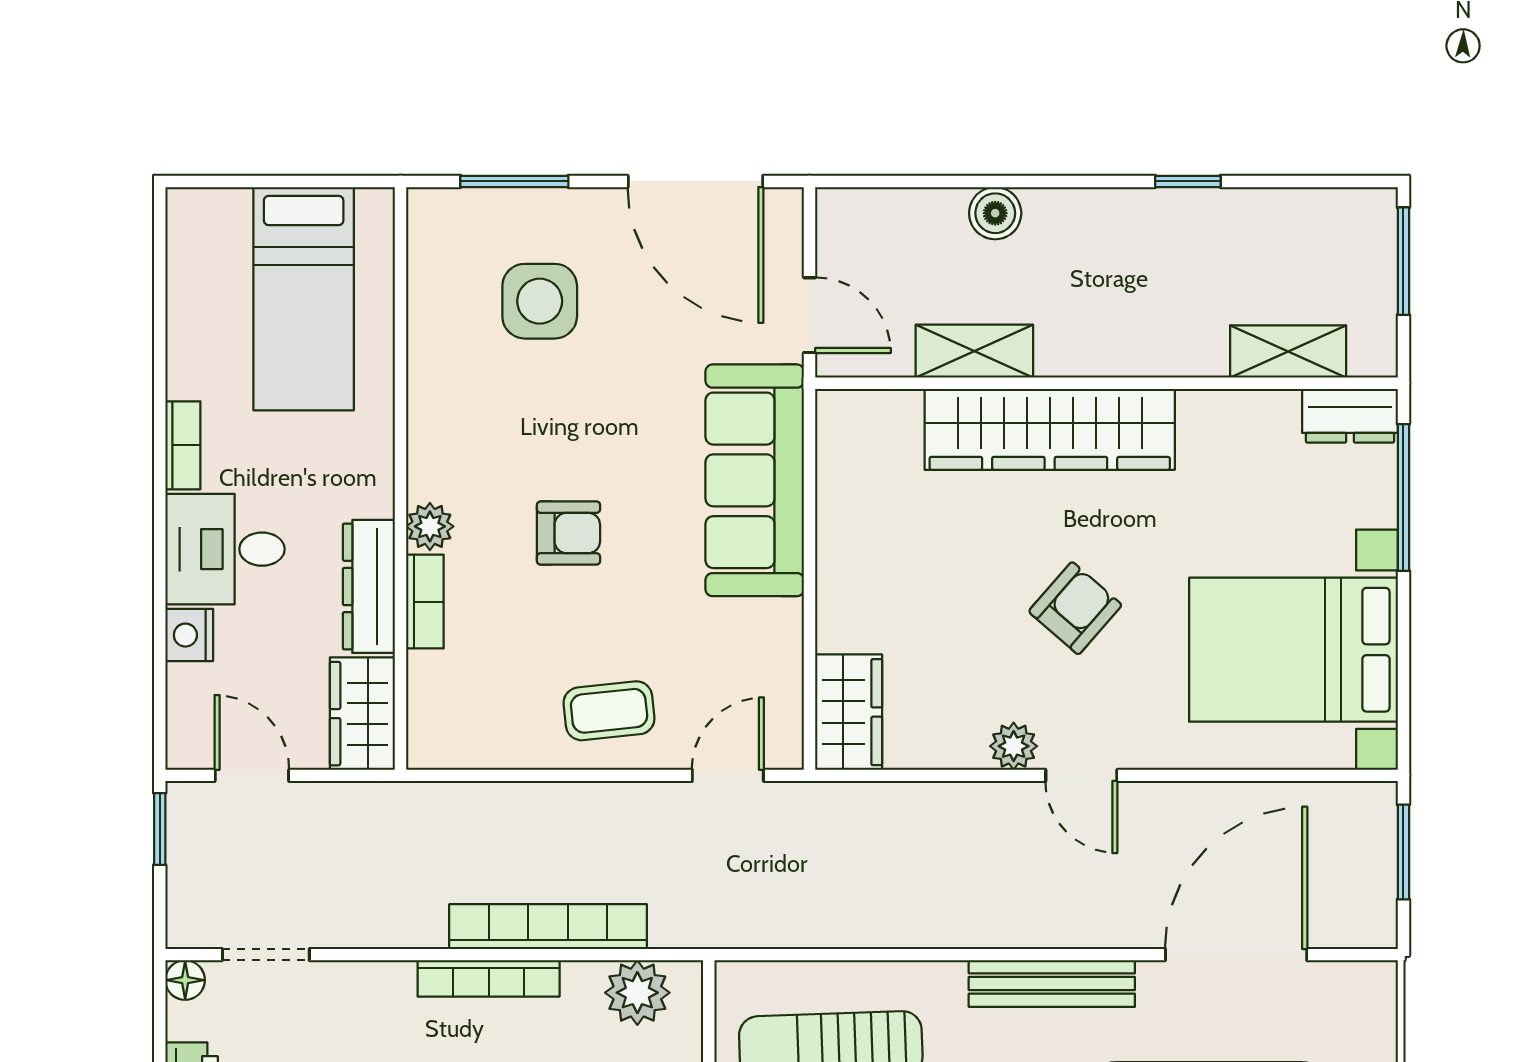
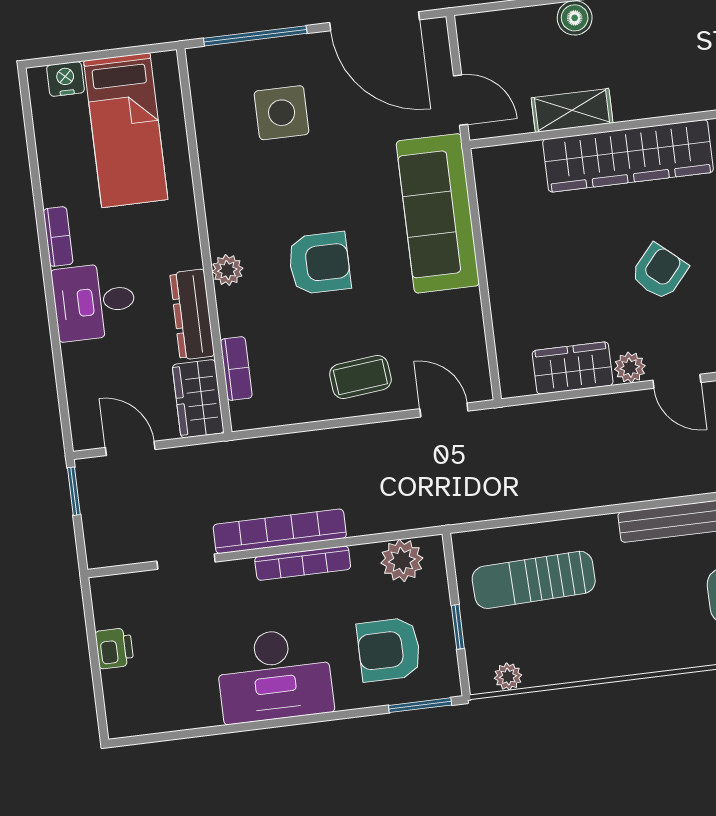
window: (514, 181) -> (255, 36), width x1.44
armchair: (568, 533) -> (319, 263), width x1.38, depth x1.38
bookcase: (425, 602) -> (236, 369), moved
nightstand: (189, 635) -> (66, 79), moved, turned 90
wardrobe: (849, 712) -> (573, 368), moved, turned -90
door: (728, 775) -> (444, 410), hinge flipped
bookcase: (548, 927) -> (280, 531), moved
doorway: (266, 955) -> (186, 562), moved
floor lamp: (185, 980) -> (103, 589), removed

